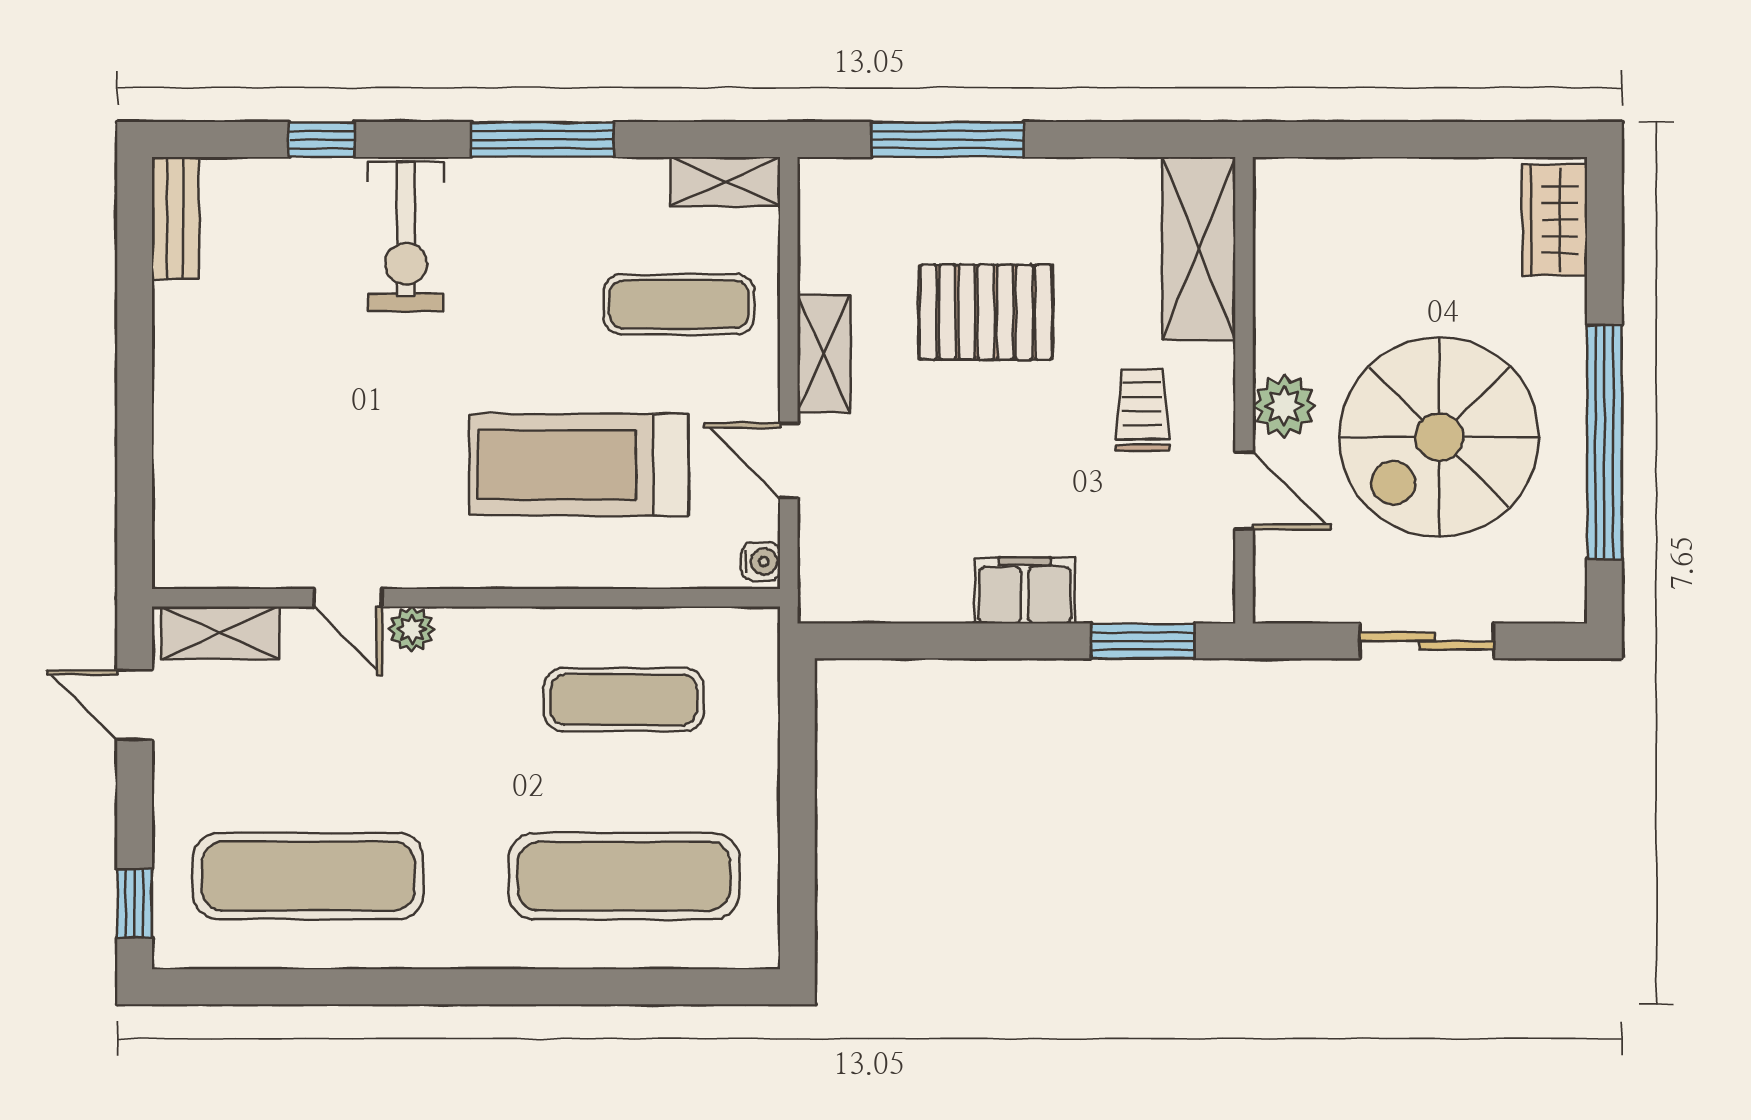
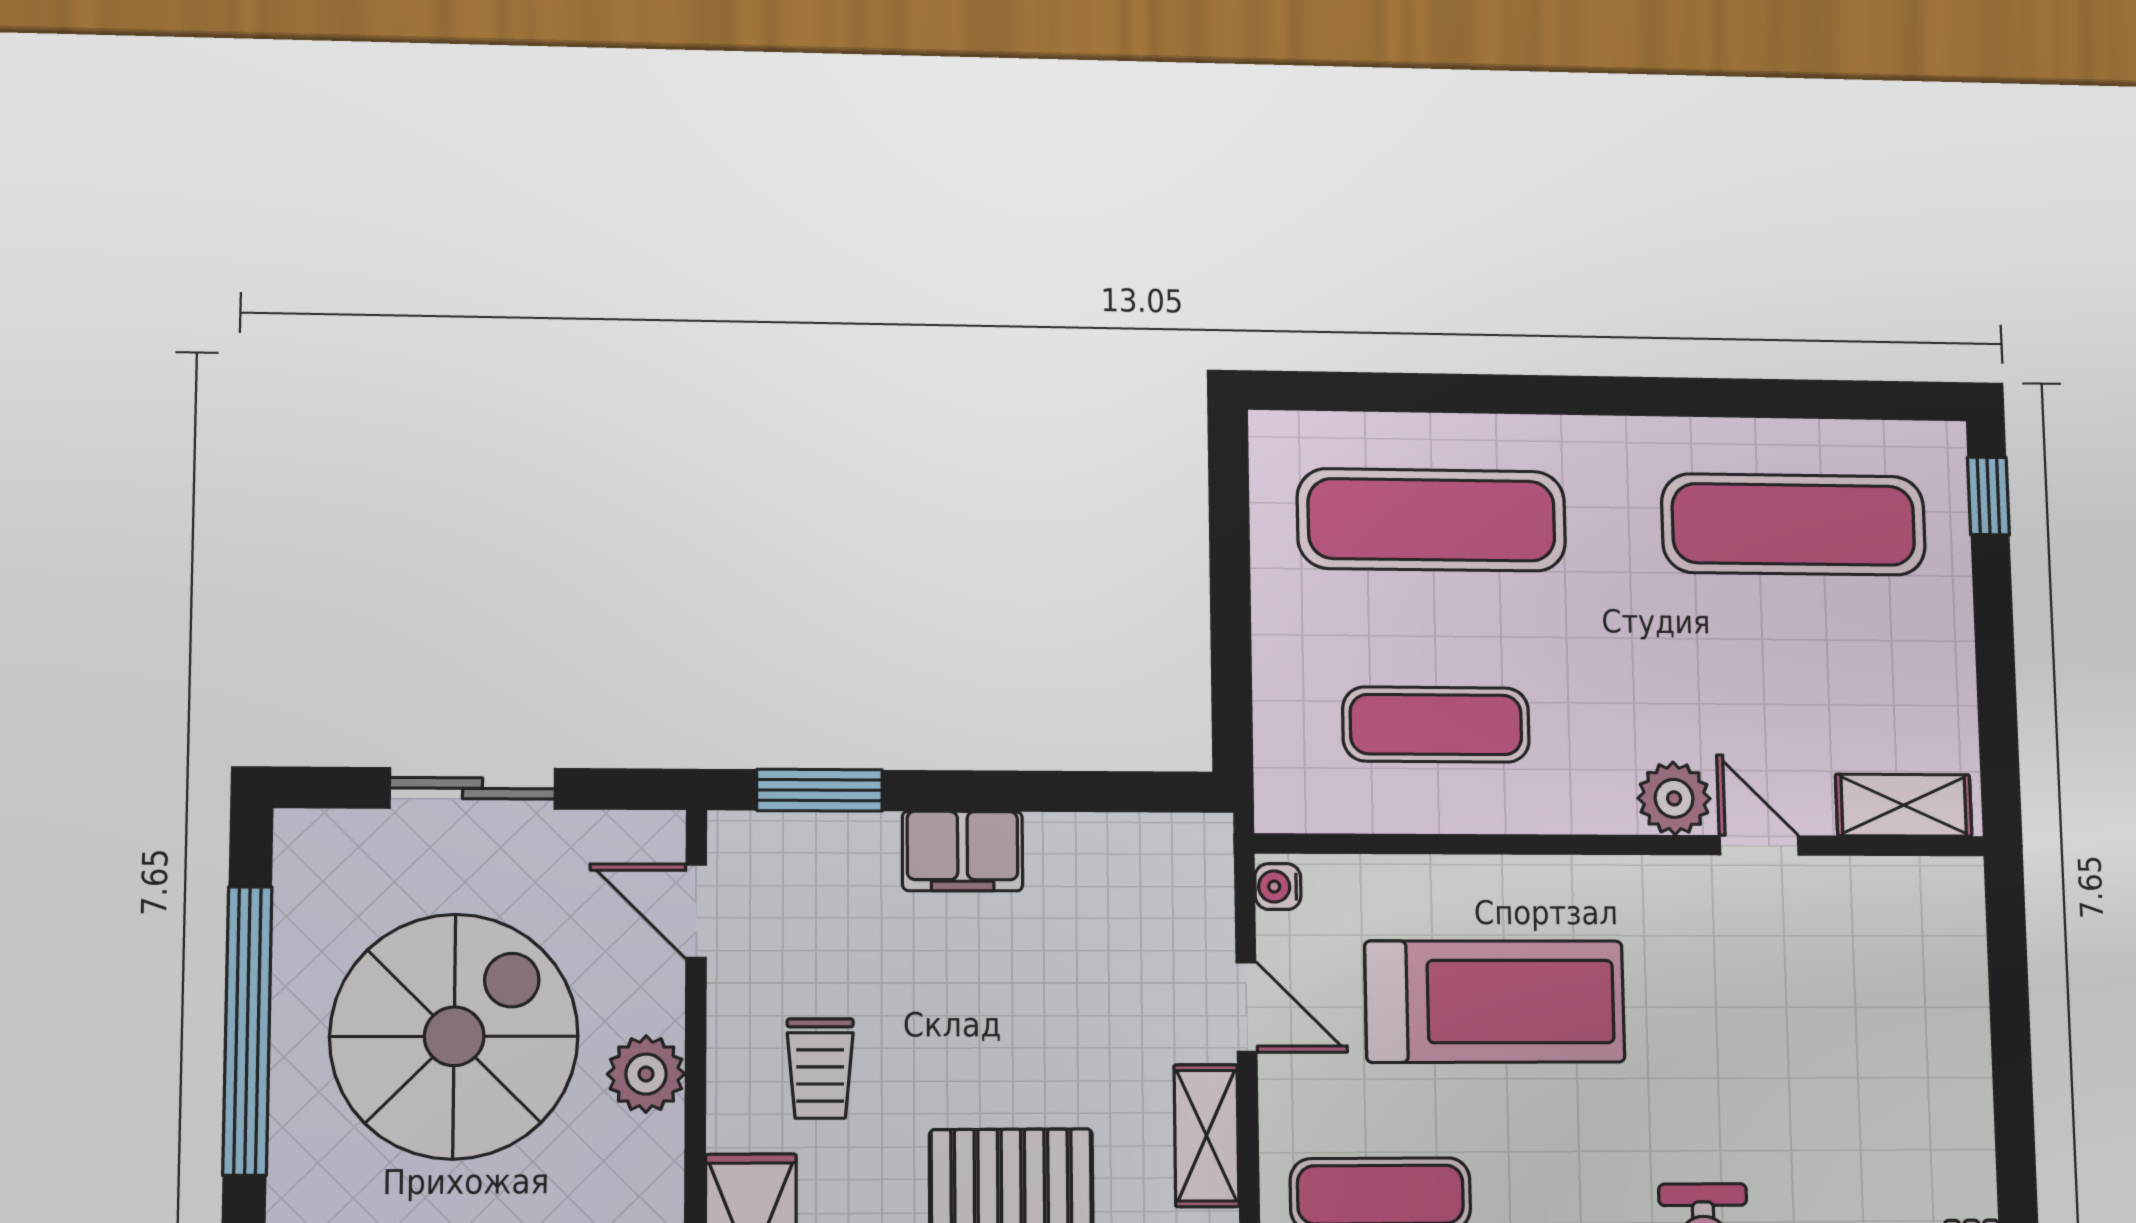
door: (1244, 490) -> (696, 911), moved
plant: (412, 629) -> (1674, 798), width x1.38, depth x1.38
door: (135, 705) -> (1998, 722), removed

